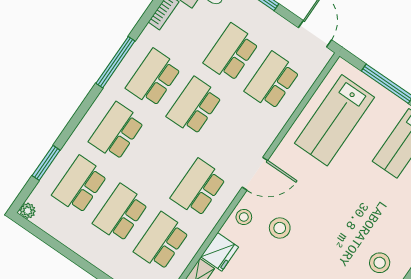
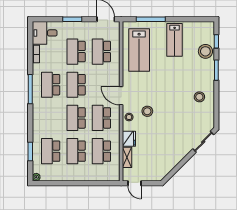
school desk: (117, 131) -> (76, 118), moved
door: (255, 174) -> (121, 96), swing flipped

